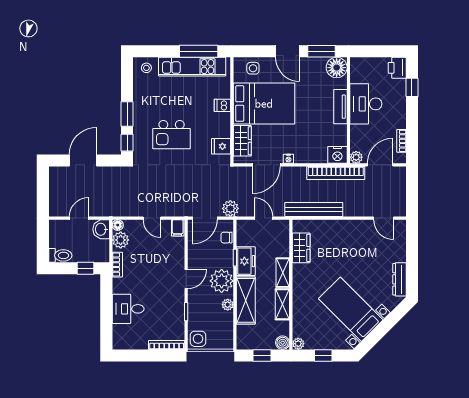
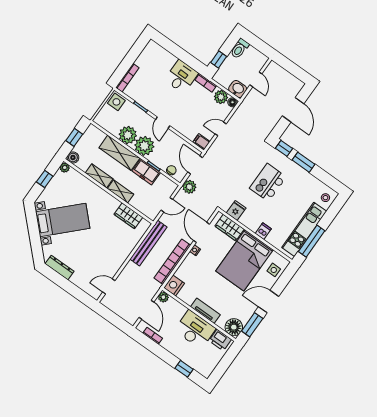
printer: (397, 68) -> (220, 340), moved, turned 180
bookcase: (336, 173) -> (172, 262), moved
plant: (228, 305) -> (128, 135), width x1.88, depth x1.88
desk: (128, 309) -> (181, 77), moved

